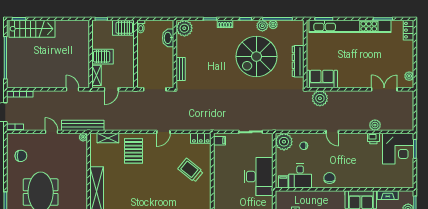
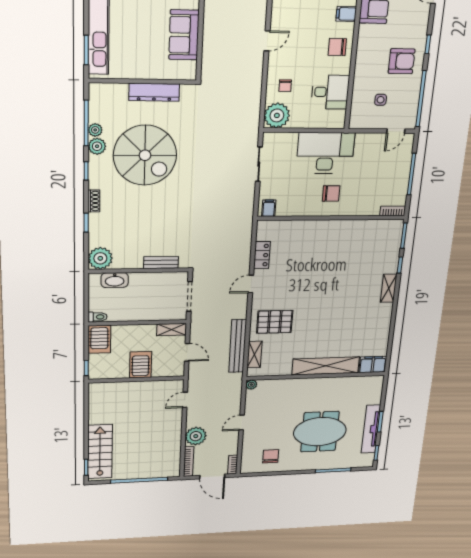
shelving: (97, 75) -> (172, 330), moved
sofa: (322, 79) -> (184, 35), moved
plant: (320, 98) -> (196, 436), moved
bench: (83, 125) -> (238, 346), moved
door: (163, 132) -> (251, 284), swing flipped
locker: (201, 138) -> (262, 255), moved
trolley: (191, 170) -> (308, 247), removed
filing cabinet: (283, 182) -> (346, 14), moved
chair: (230, 183) -> (331, 193), added

